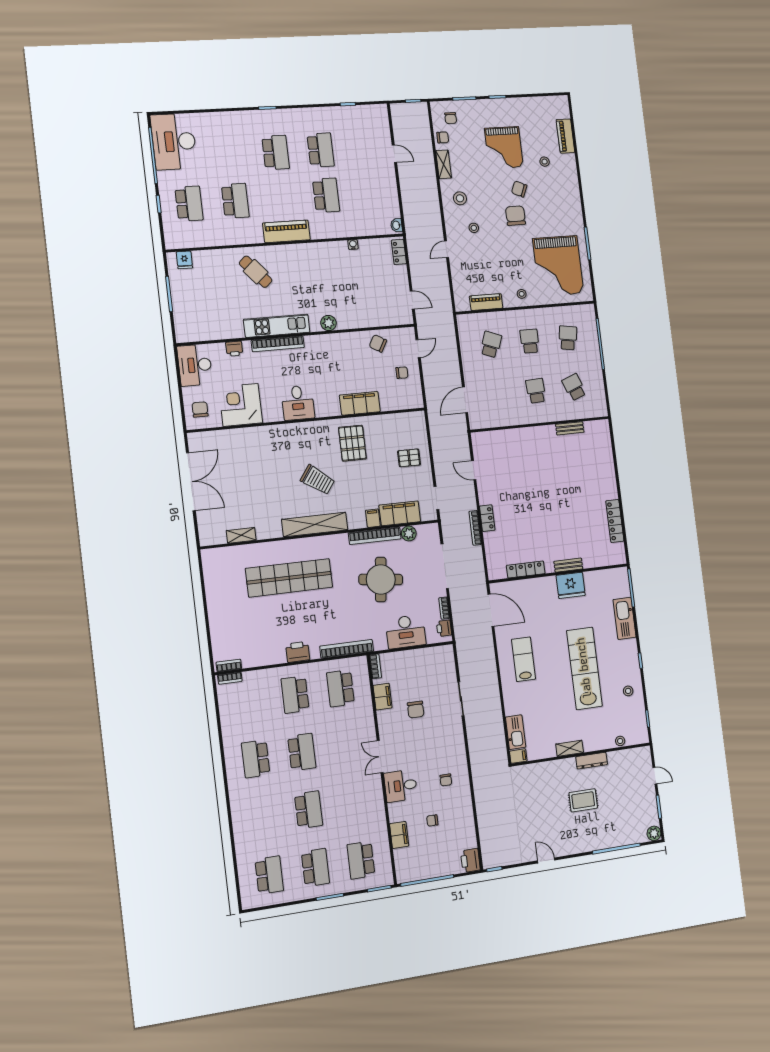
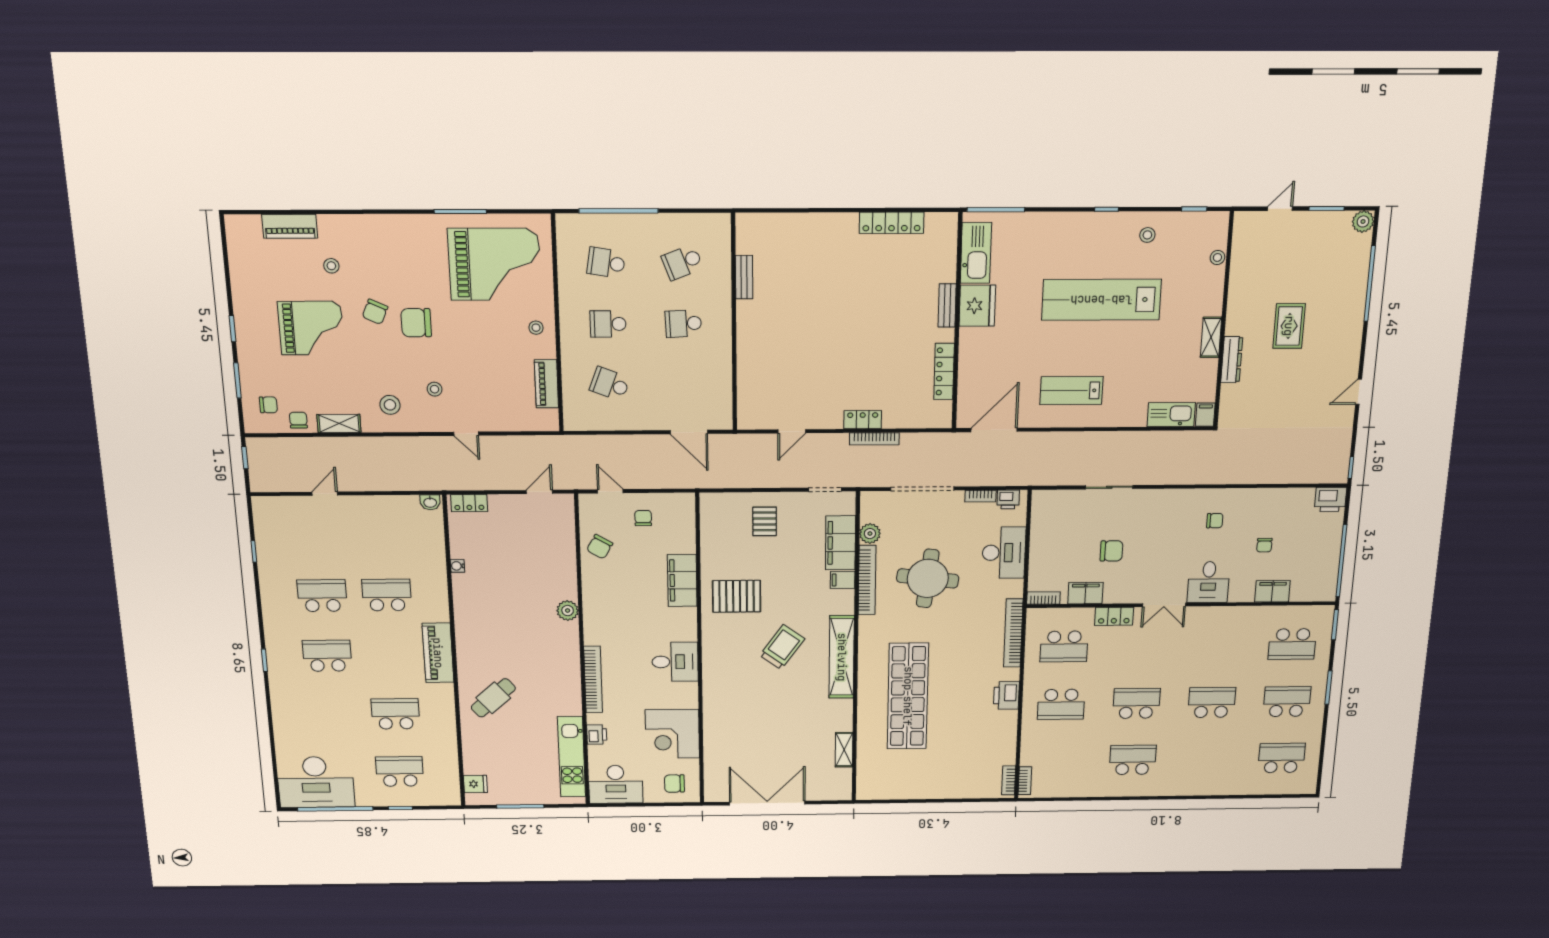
kitchen unit: (277, 326) -> (572, 757), moved
kitchen sink: (625, 618) -> (976, 253), moved, turned -90
locker: (368, 721) -> (1114, 616), added
school desk: (256, 759) -> (1133, 760), turned 180
dresser: (592, 761) -> (1232, 360), moved

